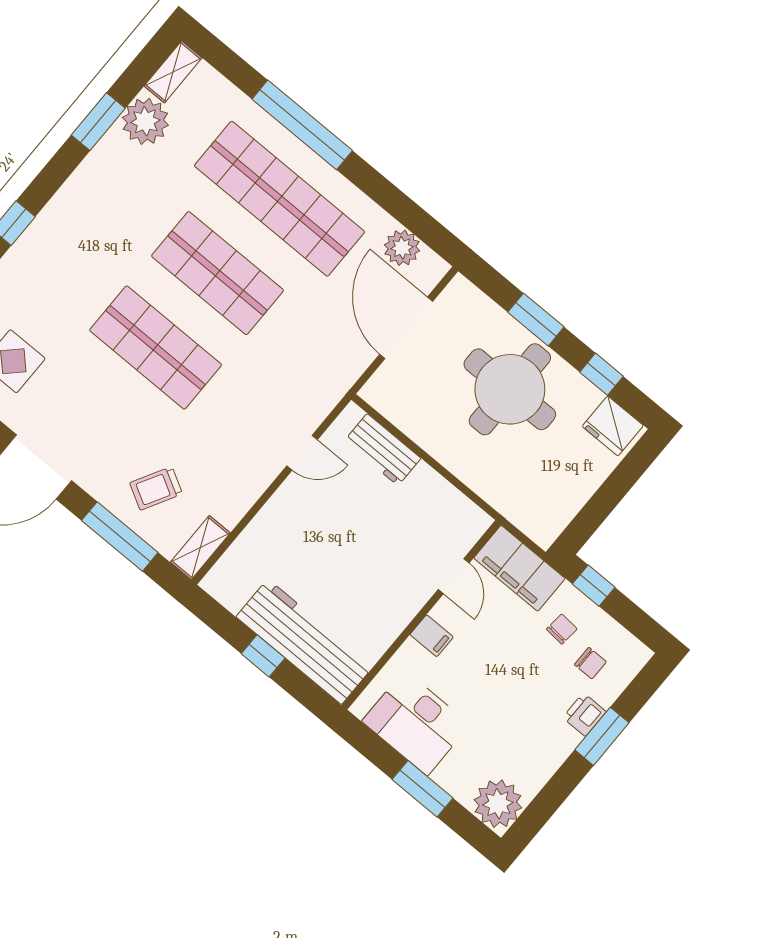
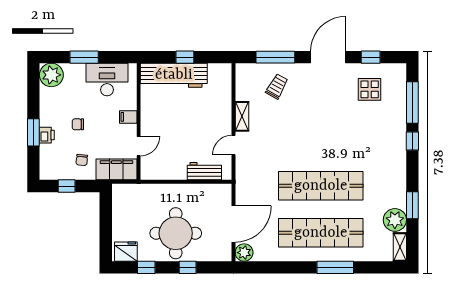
window: (302, 125) -> (335, 267), width x0.68
plant: (402, 248) -> (244, 253), moved
shop shelf: (218, 273) -> (321, 186), width x1.40
window: (536, 320) -> (188, 267), width x0.67
door: (406, 328) -> (233, 224), hinge flipped
shop shelf: (156, 347) -> (321, 139), removed
shelving: (200, 548) -> (242, 116), moved
door: (454, 576) -> (139, 146), swing flipped
window: (594, 586) -> (67, 186), moved
chair: (590, 663) -> (78, 124), moved

